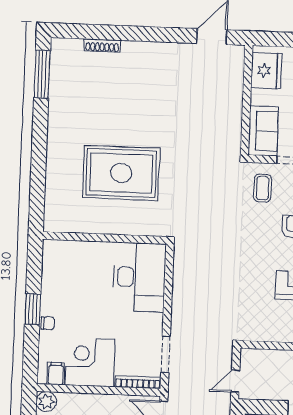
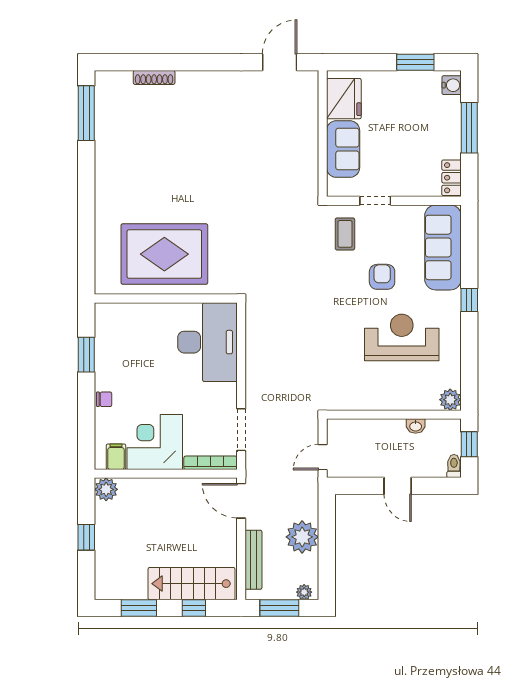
sofa: (263, 131) -> (343, 149), moved
rug: (121, 173) -> (164, 254), moved
window: (33, 309) -> (86, 355), moved

